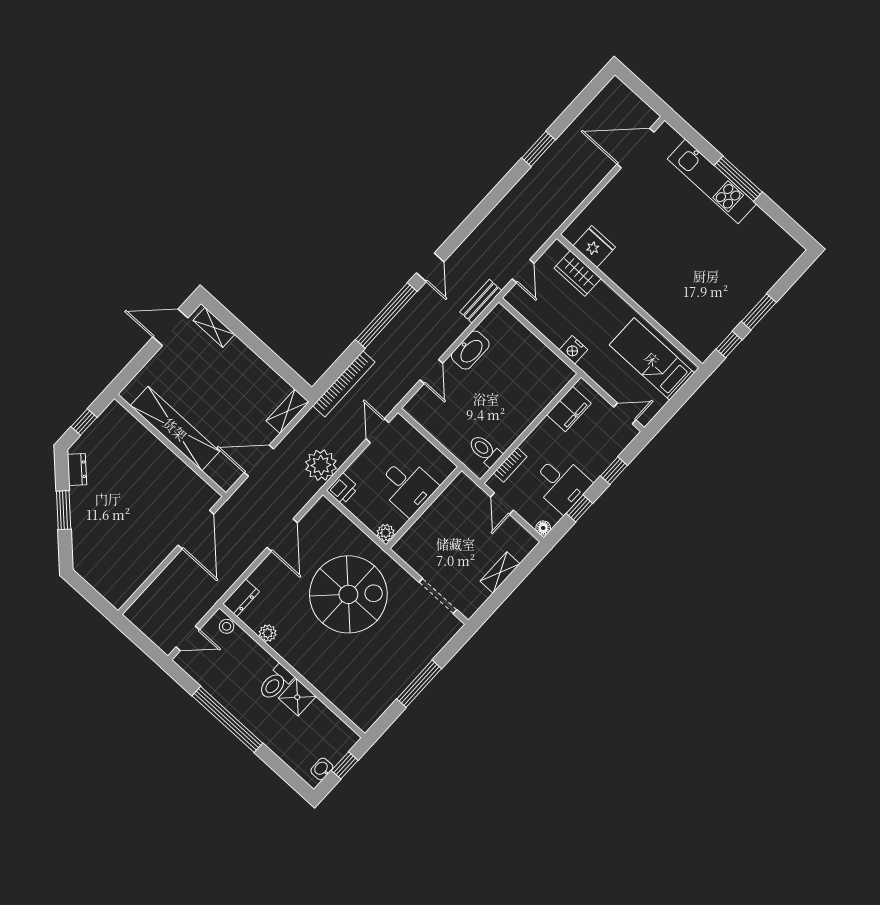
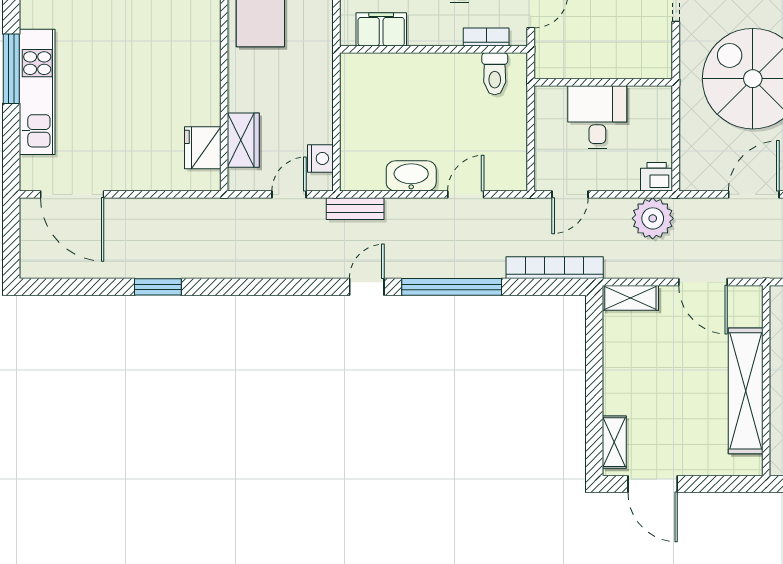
nightstand: (573, 350) -> (320, 158), moved
plant: (386, 533) -> (661, 97), removed

